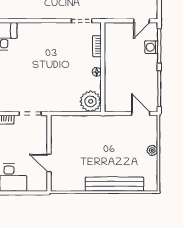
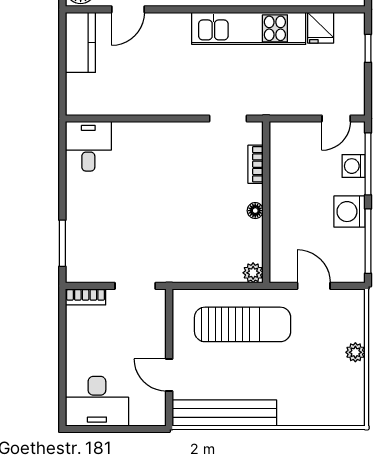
washing machine: (149, 72) -> (349, 212), added
plant: (91, 101) -> (253, 273), width x0.53, depth x0.53
door: (141, 114) -> (314, 286), moved
sun lounger: (90, 135) -> (243, 324), added
bench: (114, 184) -> (224, 413), moved

